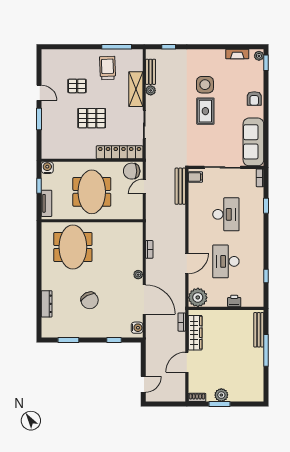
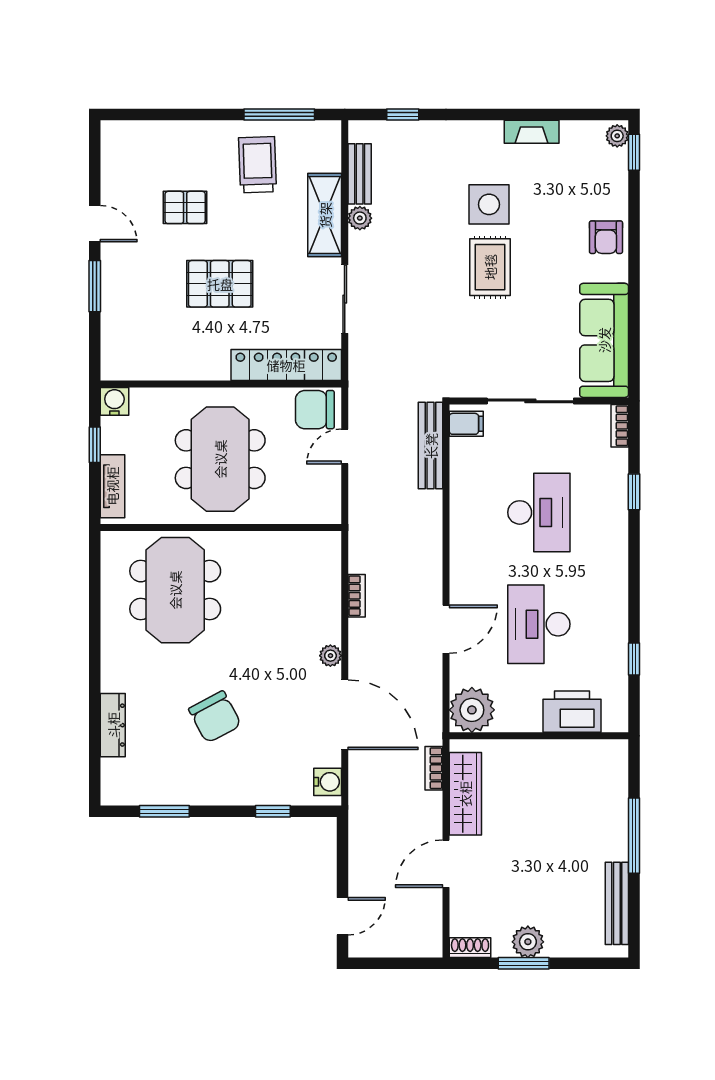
fireplace: (237, 54) -> (532, 132), moved
printer: (234, 301) -> (572, 712), width x1.87, depth x1.48
bench: (259, 330) -> (617, 903), moved

